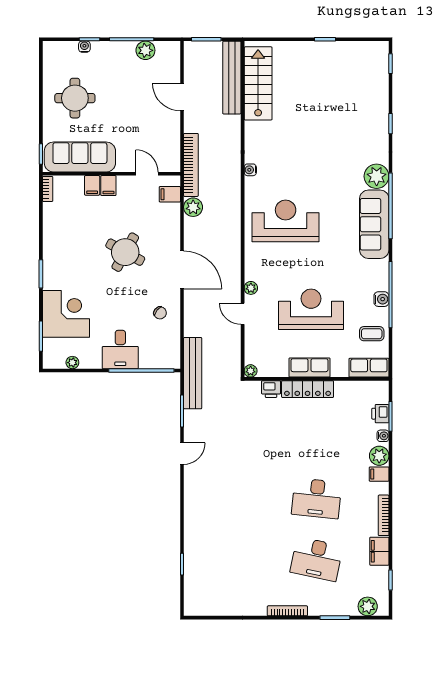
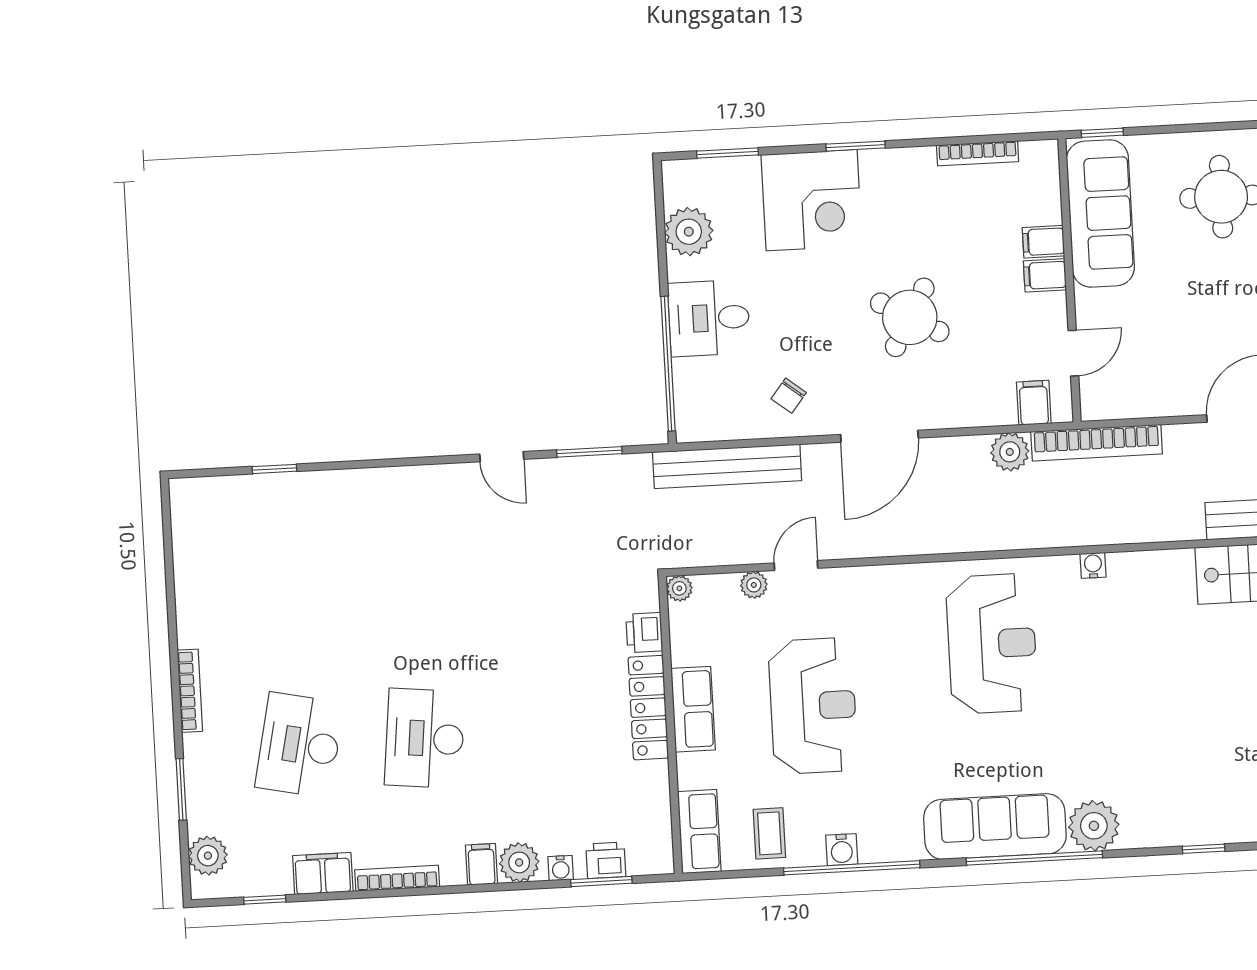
bookcase: (48, 189) -> (978, 153), moved, width x1.56
plant: (251, 288) -> (754, 585), moved
corner desk: (66, 314) -> (812, 200), moved
plant: (72, 363) -> (689, 232), width x1.87, depth x1.87
bench: (193, 373) -> (727, 466), moved

